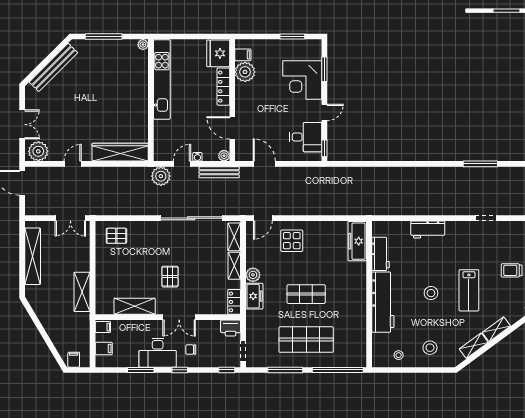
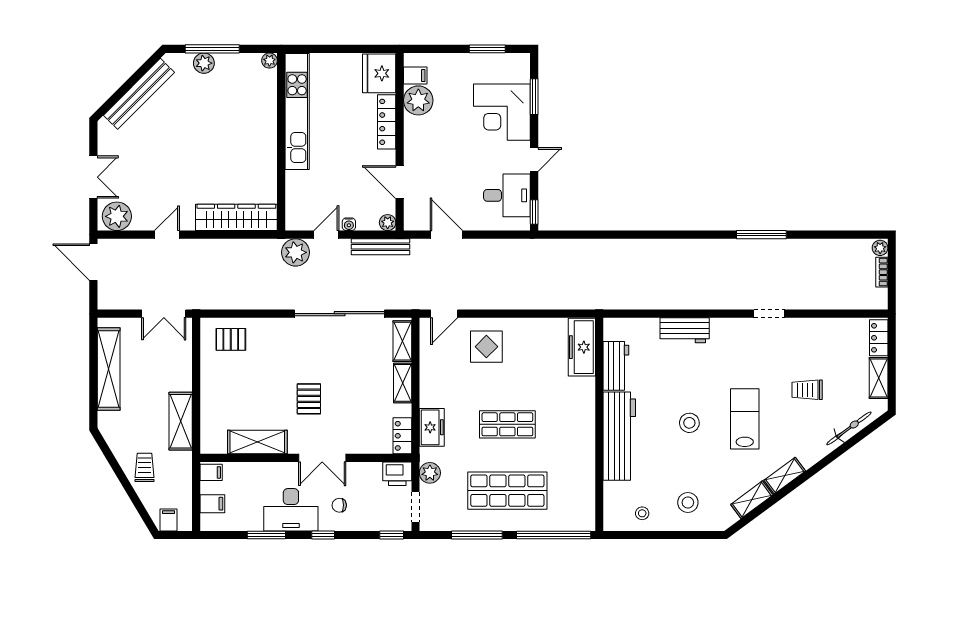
plant: (98, 46) -> (204, 63), added
plant: (253, 275) -> (430, 473), moved
lab bench: (469, 290) -> (745, 419), turned 180
trolley: (57, 324) -> (145, 467), added

